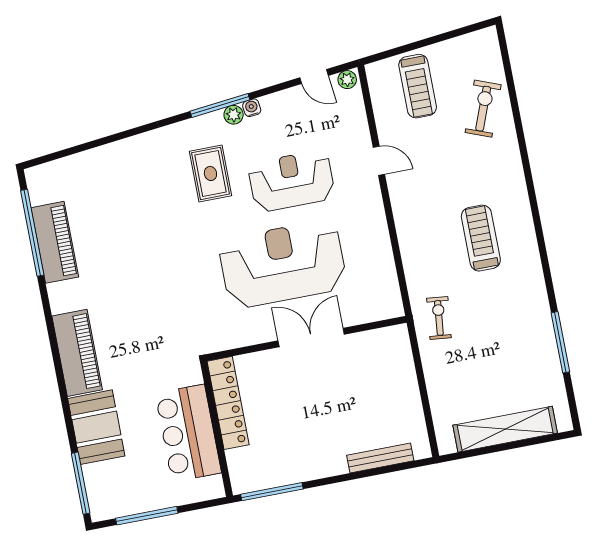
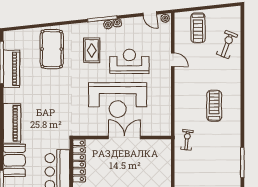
pool table: (129, 187) -> (52, 49), added
reception desk: (283, 264) -> (118, 100), turned 180

